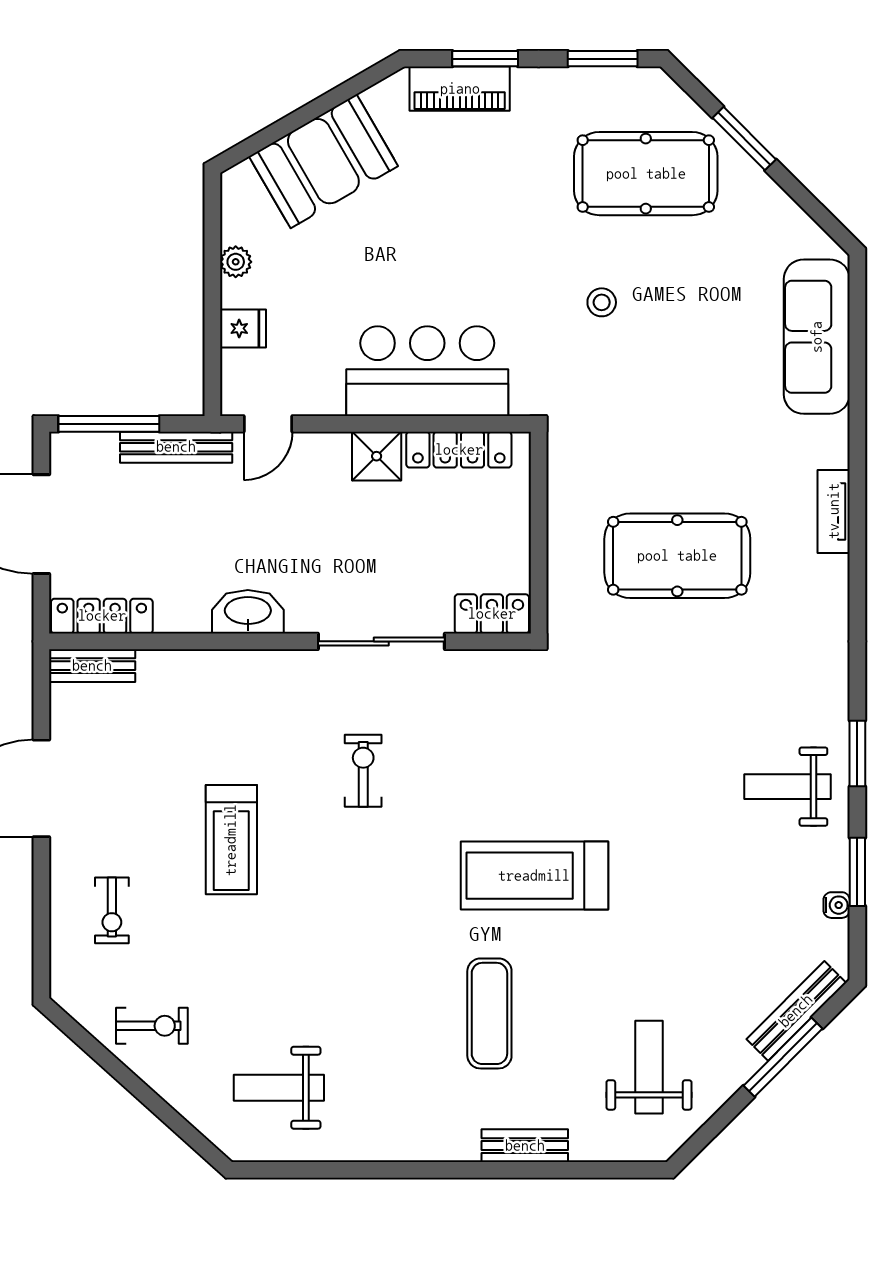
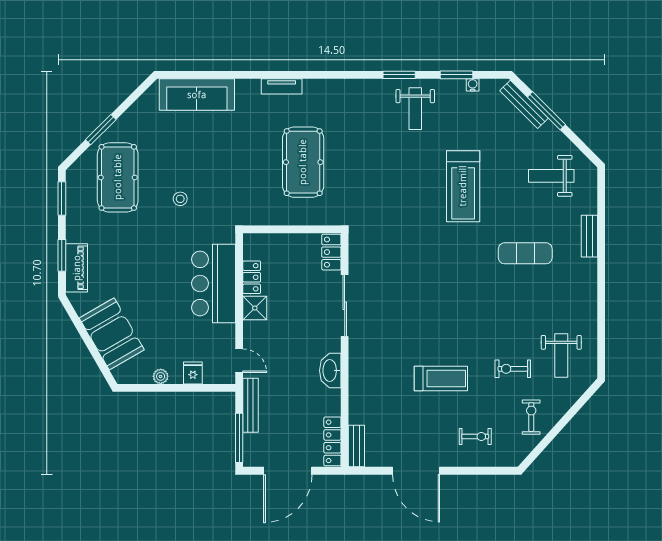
locker: (459, 450) -> (252, 277), width x0.66
exercise bike: (363, 771) -> (513, 369), moved
treadmill: (534, 876) -> (463, 186), moved

